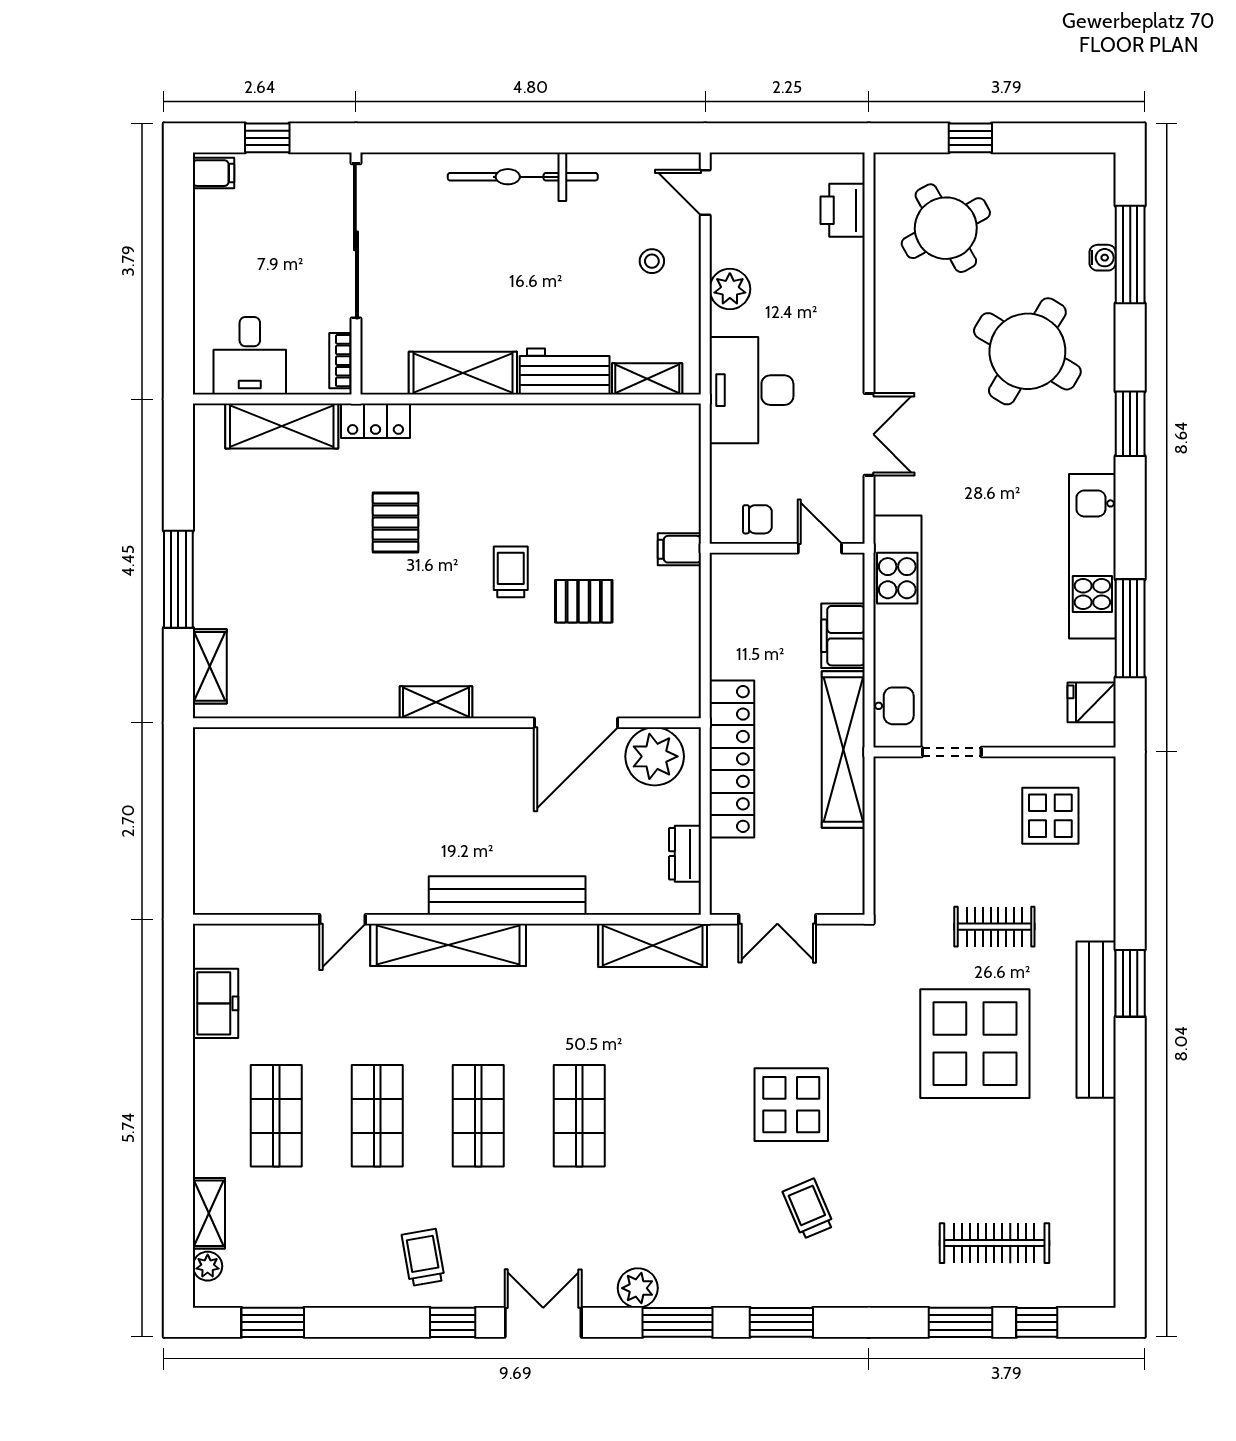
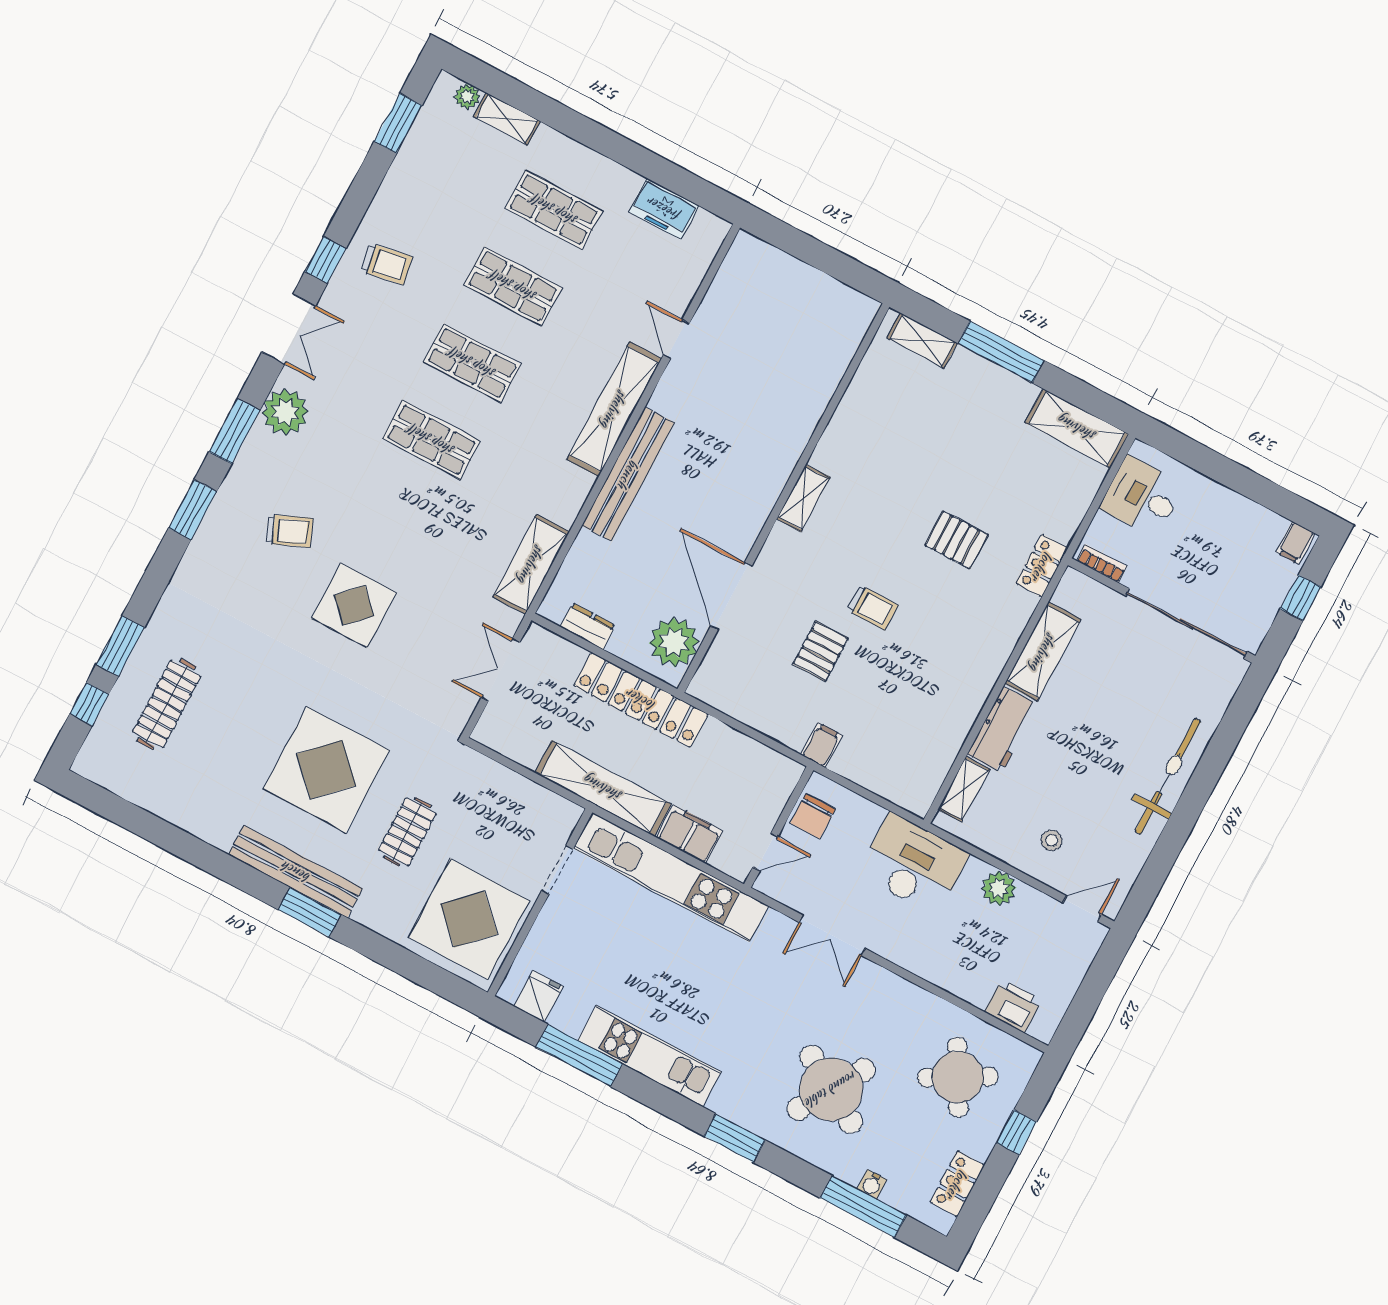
locker: (1055, 171) -> (957, 1184), added
shelving: (282, 426) -> (1077, 428), moved, turned 90
chair: (757, 519) -> (813, 816), width x1.37, depth x1.37
display table: (1050, 816) -> (469, 919), width x1.86, depth x1.86
trolley: (808, 1209) -> (290, 531), moved
plant: (638, 1288) -> (285, 412), width x1.36, depth x1.36

